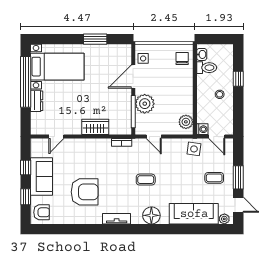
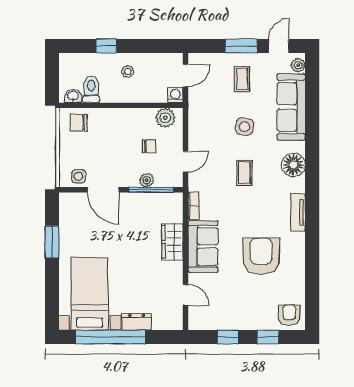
plant: (145, 104) -> (147, 180), width x0.53, depth x0.53
chair: (165, 110) -> (149, 146), added
side table: (194, 149) -> (245, 127), moved
sofa: (42, 176) -> (203, 246), moved, turned 90

